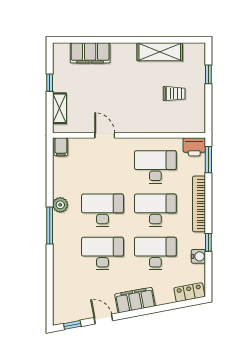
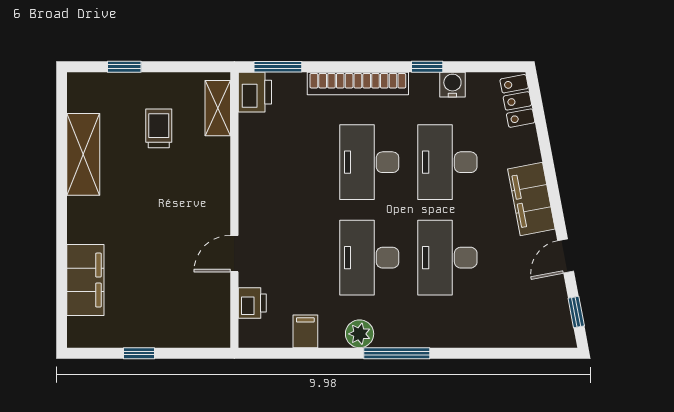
shelving: (59, 108) -> (218, 108), moved, turned 90
printer: (77, 145) -> (252, 303), added
filing cabinet: (61, 147) -> (305, 331), moved, turned -90
desk: (155, 167) -> (291, 162), removed

